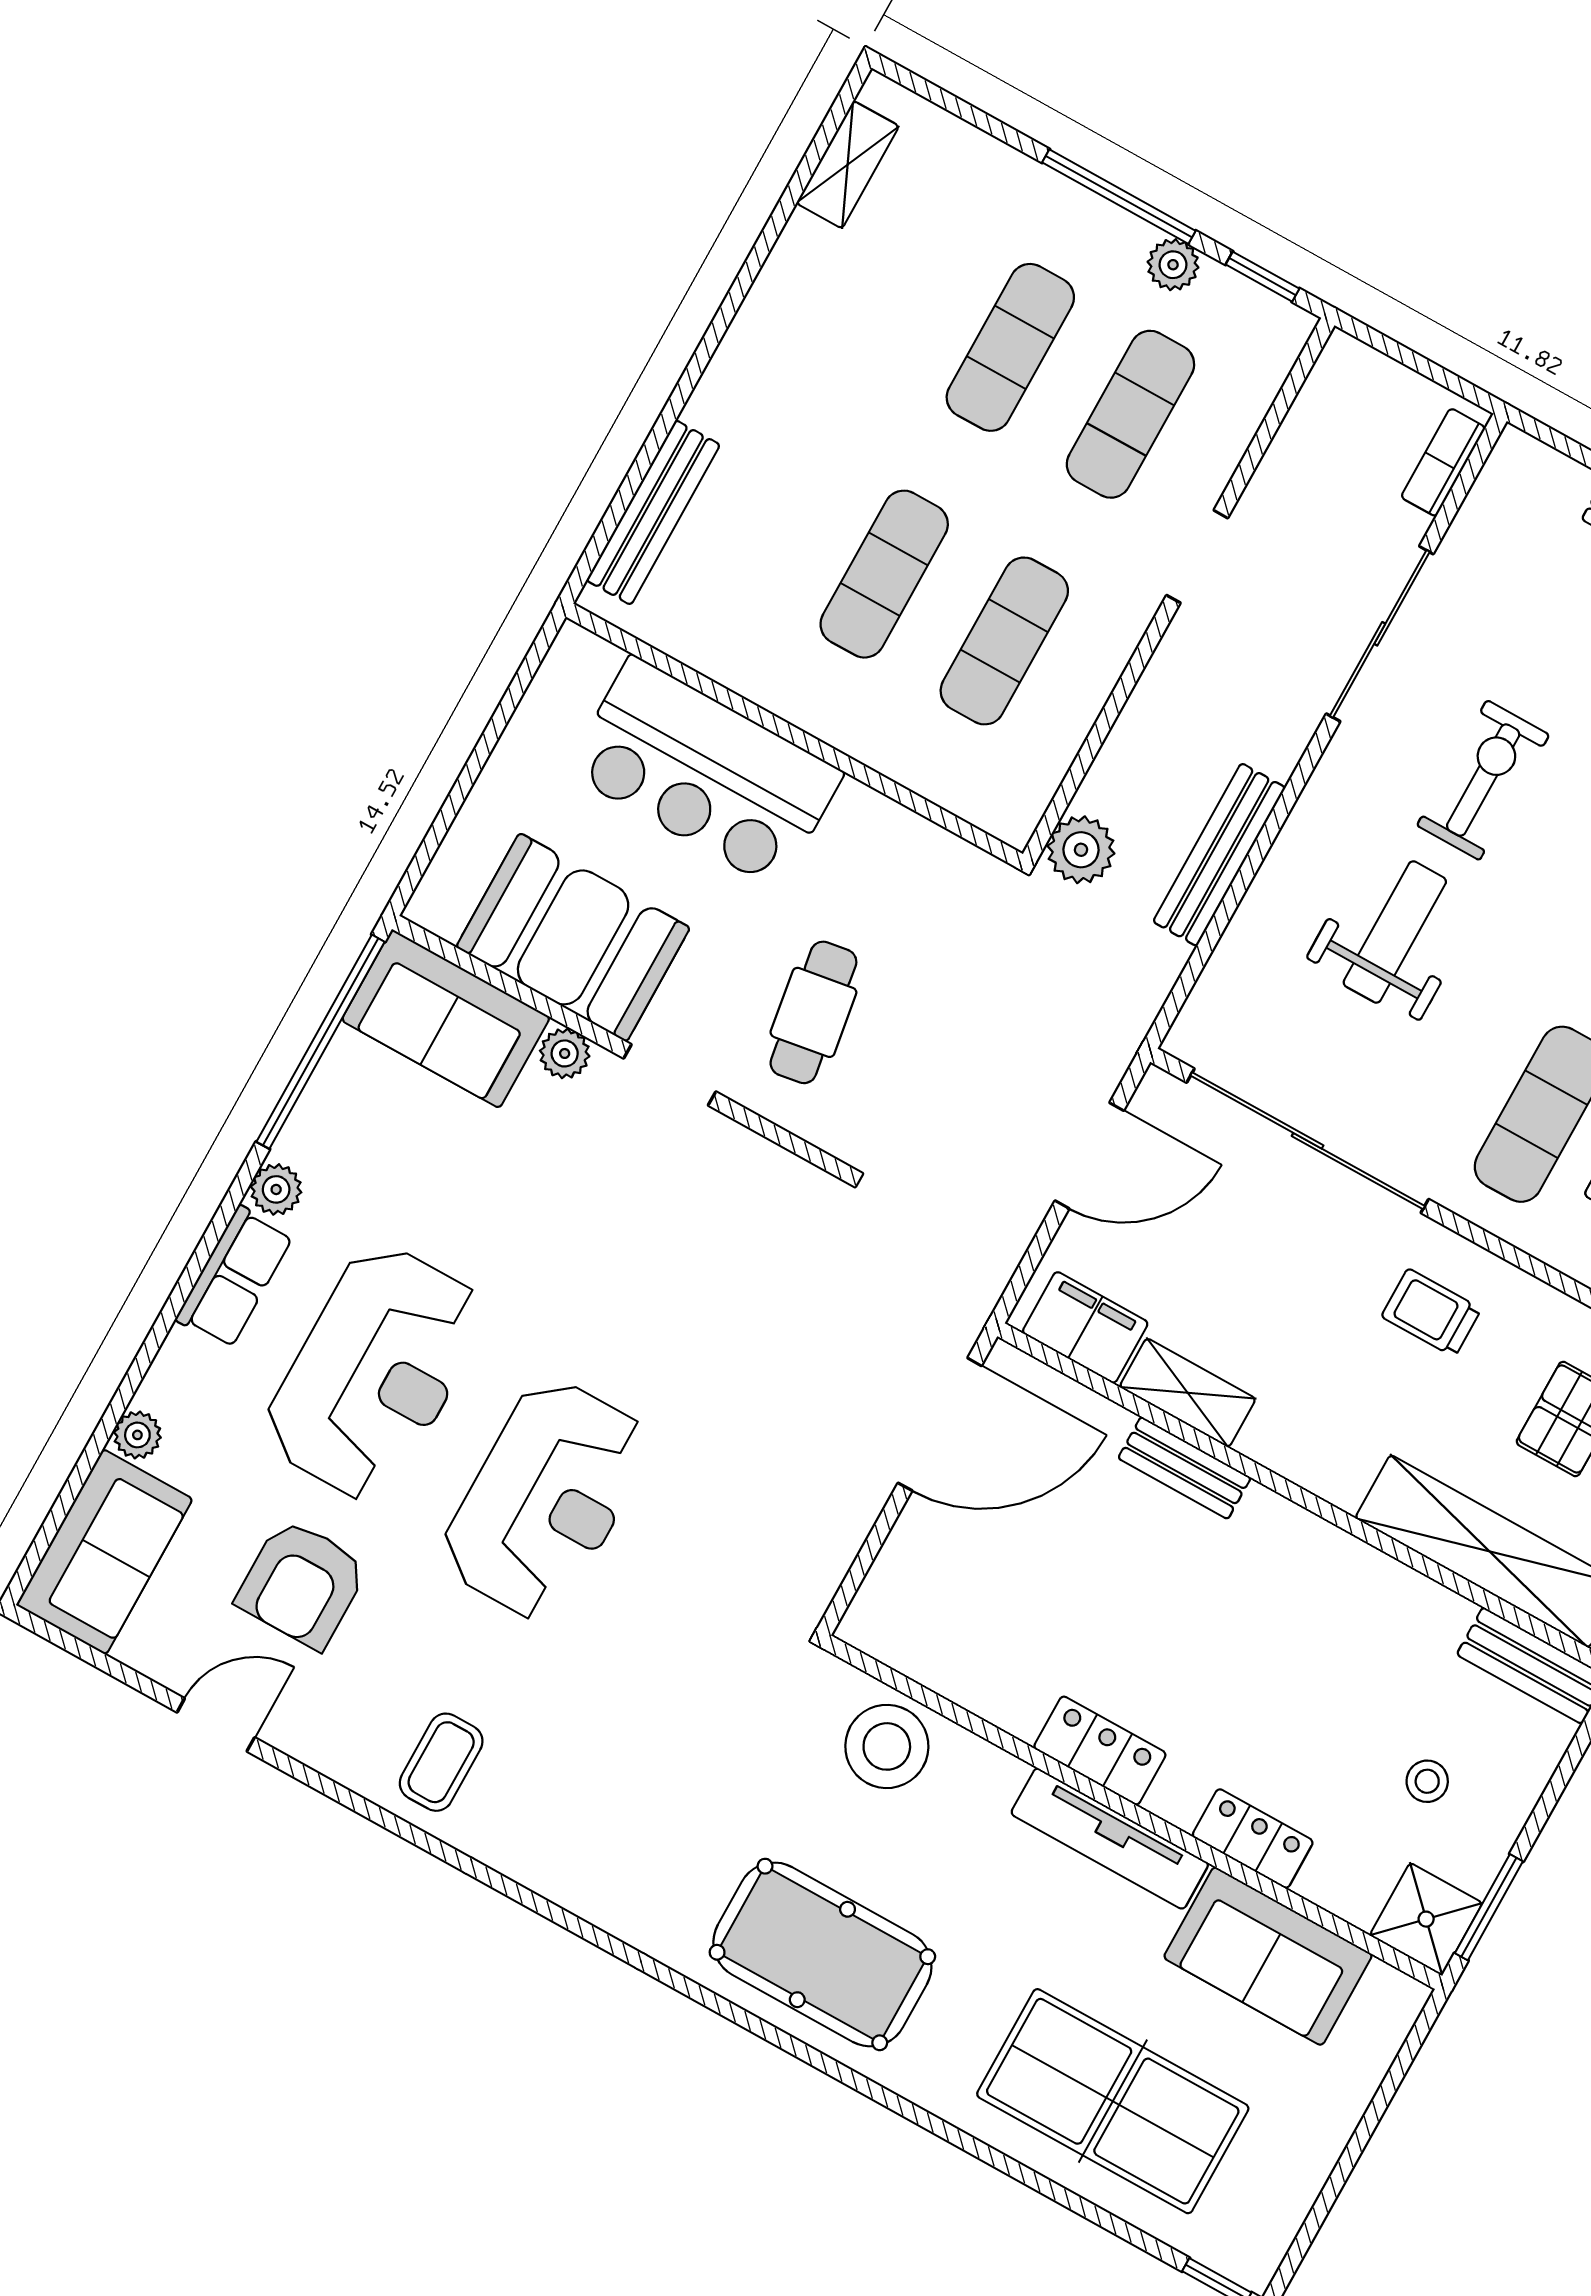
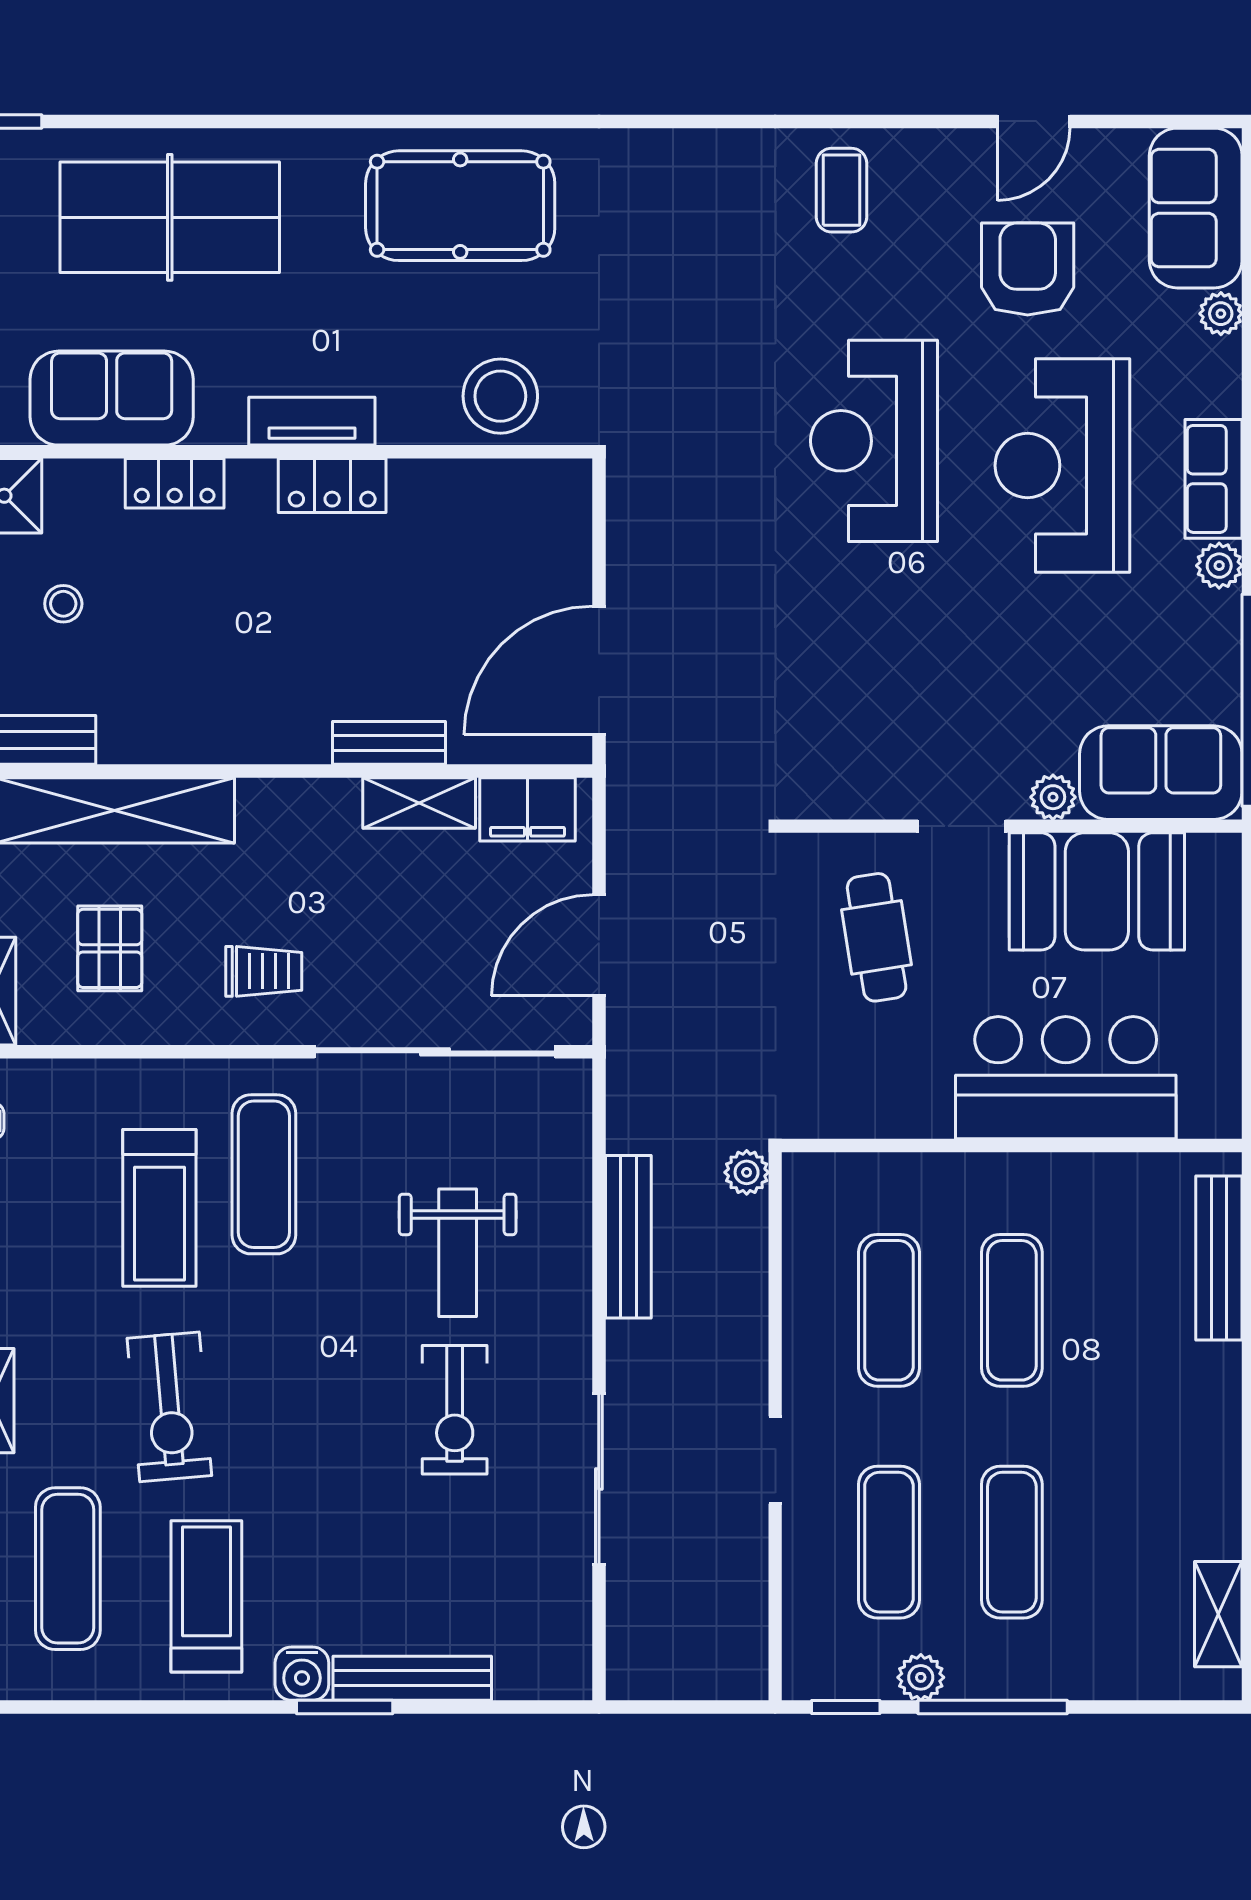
bookcase: (1443, 462) -> (624, 1640), removed
plant: (1081, 850) -> (747, 1172), width x0.73, depth x0.73
tv unit: (1110, 1839) -> (312, 421), width x0.71

